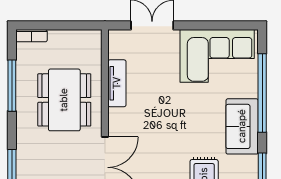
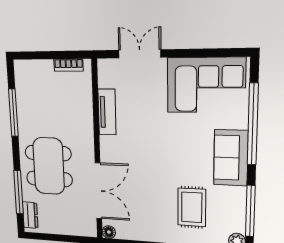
bookcase: (31, 36) -> (69, 65), moved
dining table: (64, 100) -> (49, 166), moved

